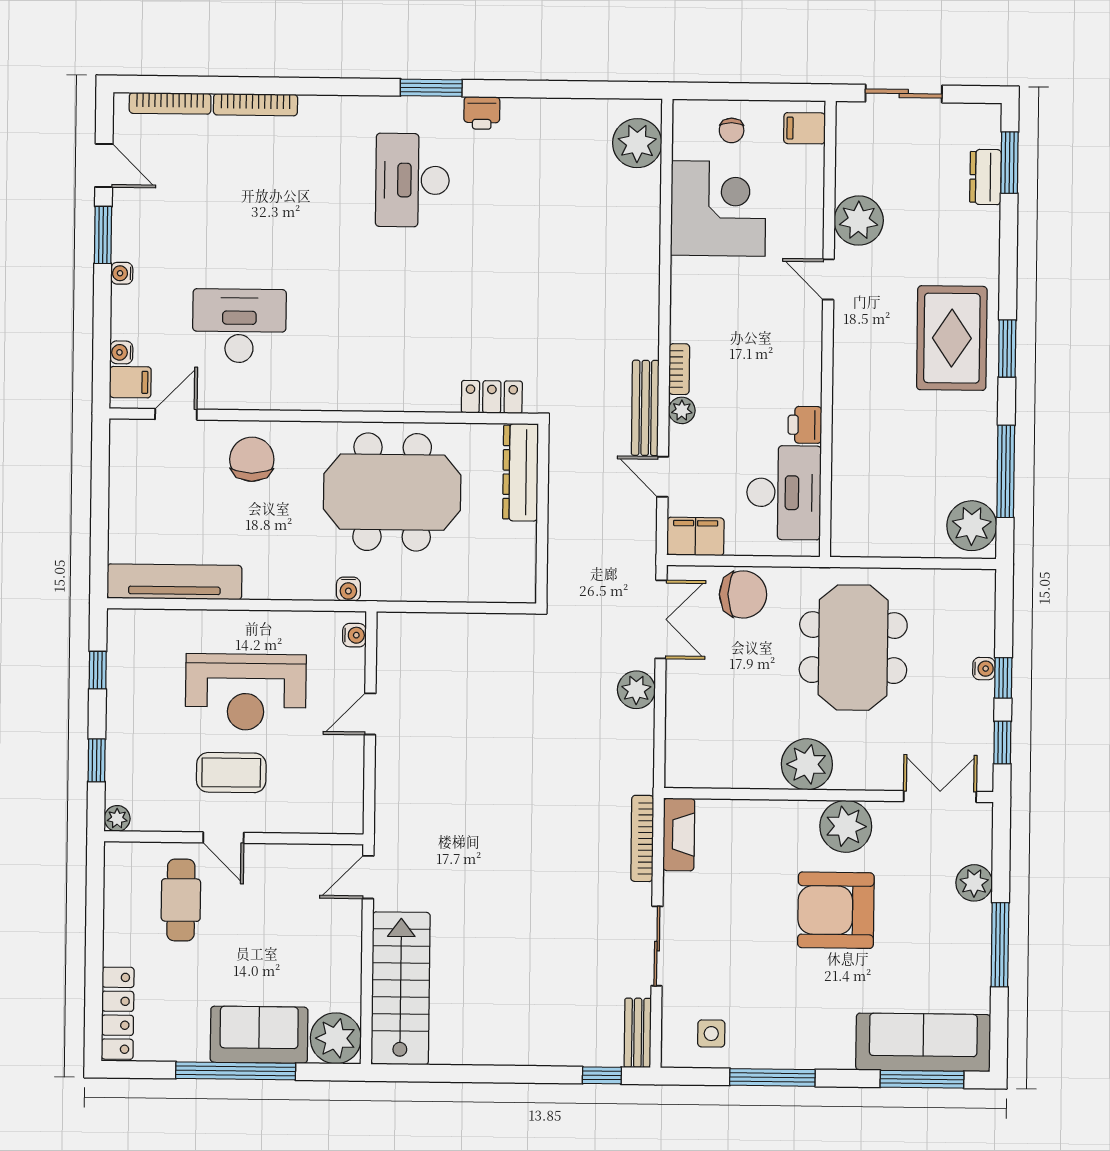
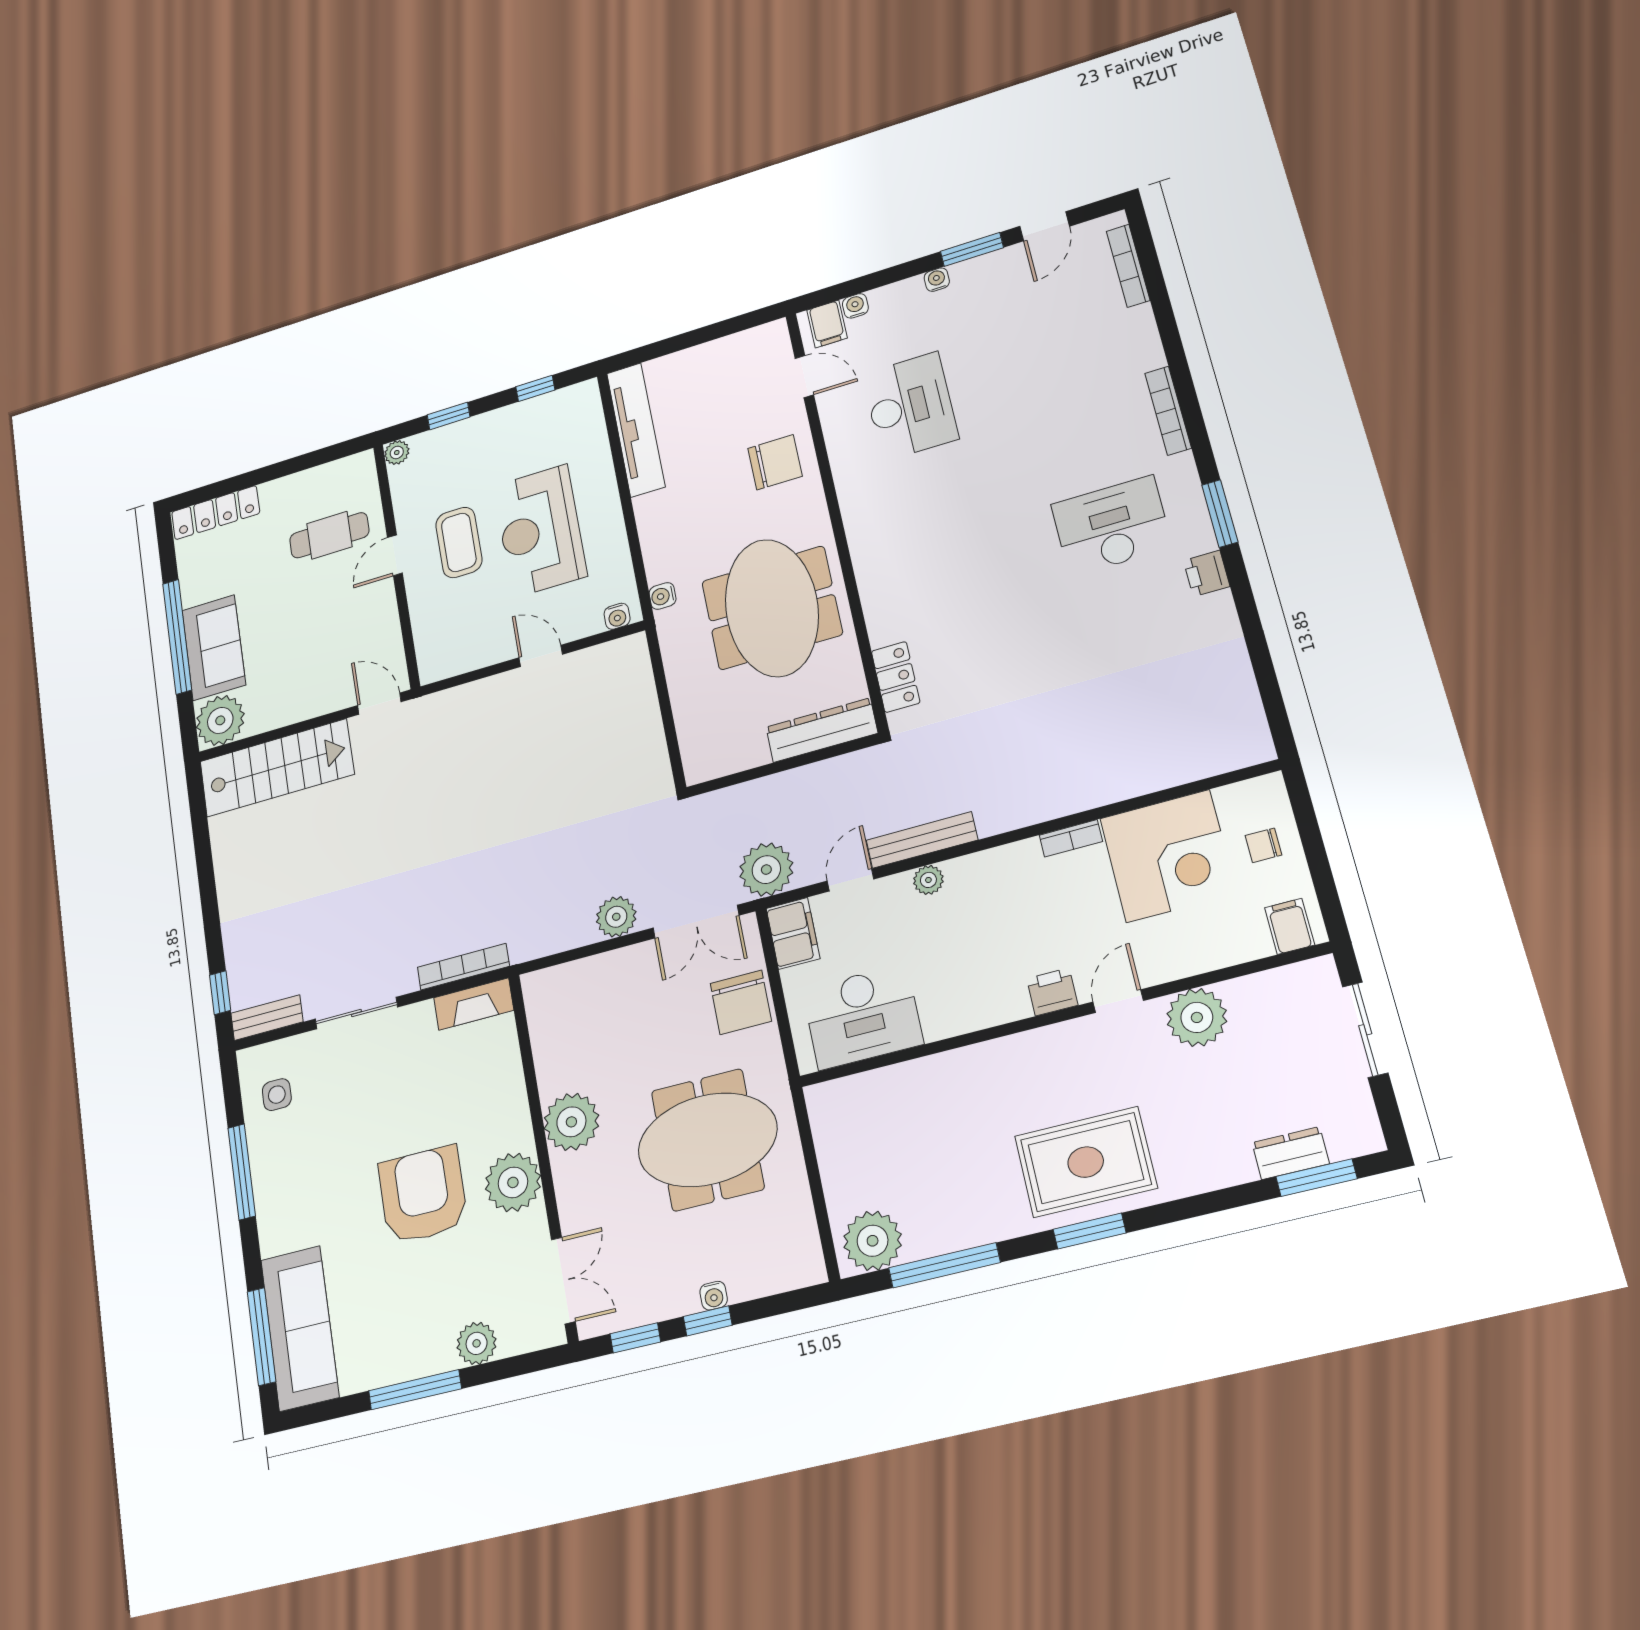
bookcase: (255, 105) -> (1168, 411), moved
plant: (637, 143) -> (766, 870), moved
bookcase: (679, 369) -> (1071, 838), moved
printer: (805, 425) -> (1052, 992), moved

